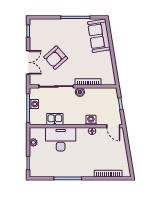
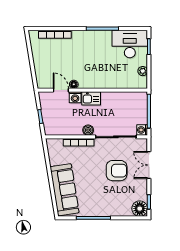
floor lamp: (36, 25) -> (140, 209), added
sofa: (99, 36) -> (65, 190), width x1.36
armchair: (56, 58) -> (117, 171), turned 42
washing machine: (34, 104) -> (142, 130), moved
kitchen sink: (55, 119) -> (91, 98), moved
door: (113, 126) -> (61, 90), moved
desk: (61, 139) -> (130, 44), moved, turned 180

